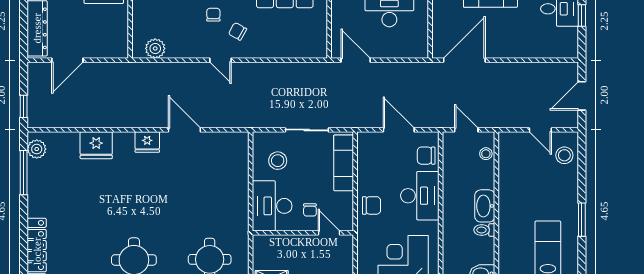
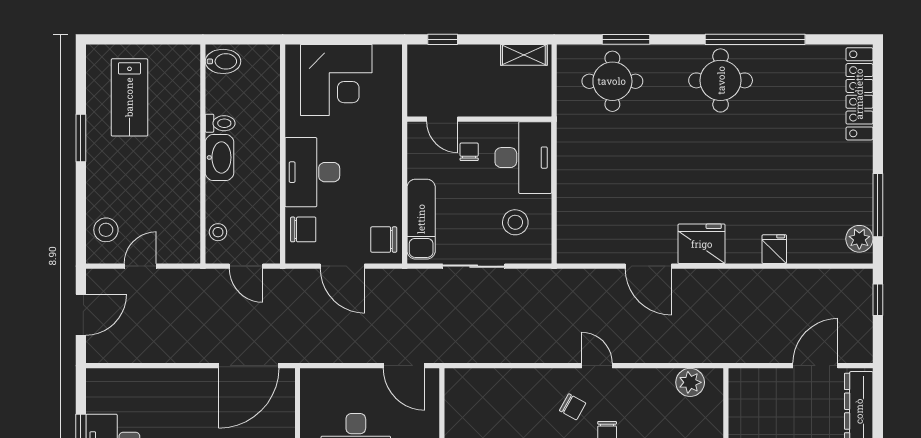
door: (540, 130) -> (140, 266), hinge flipped
fridge: (147, 142) -> (702, 244), width x1.36, depth x1.34
fridge: (96, 145) -> (774, 249), width x0.53, depth x0.75
chair: (372, 205) -> (384, 240), moved

